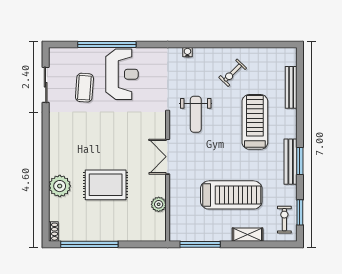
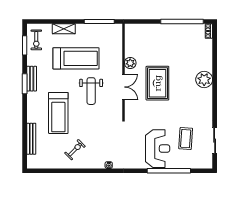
reception desk: (122, 74) -> (158, 149), turned 180
weight bench: (196, 114) -> (91, 91), moved, turned 180
bench: (291, 162) -> (32, 79), width x0.73
rug: (106, 185) -> (157, 83), moved, turned 90
plant: (60, 186) -> (204, 80), moved
treadmill: (231, 195) -> (76, 58), turned 180
plant: (159, 204) -> (130, 63), moved

